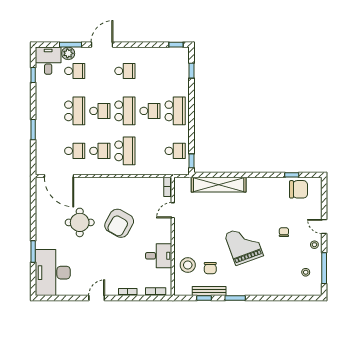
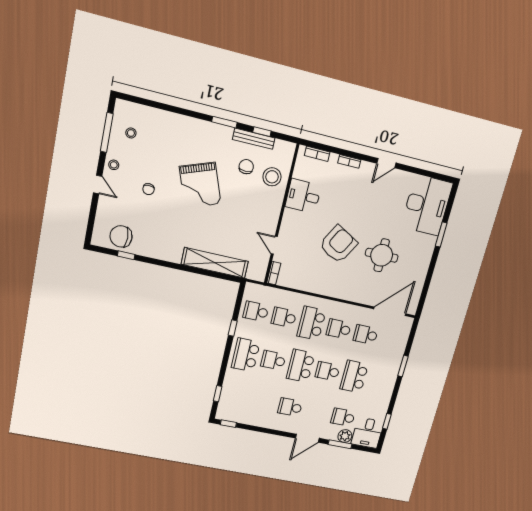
school desk: (150, 151) -> (284, 317), added
window: (192, 161) -> (233, 328), moved
door: (59, 176) -> (390, 311), hinge flipped
door: (173, 210) -> (274, 245), swing flipped

